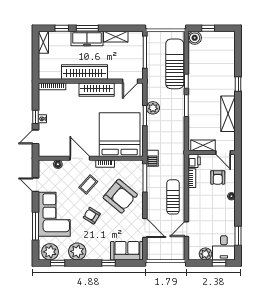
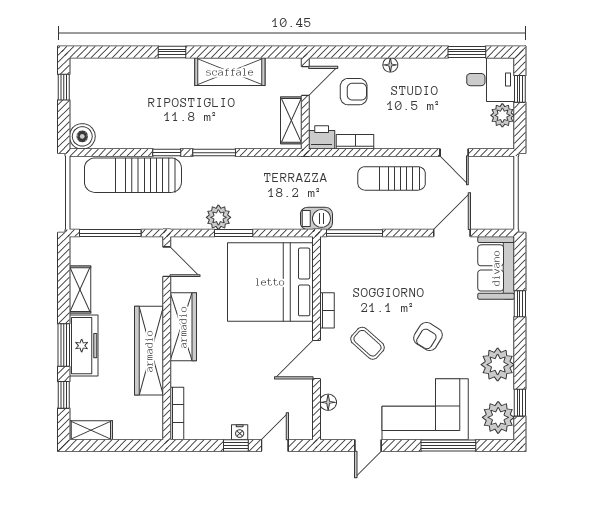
window: (208, 28) -> (64, 87), moved
door: (36, 137) -> (275, 445), swing flipped
armchair: (120, 196) -> (390, 281), removed

